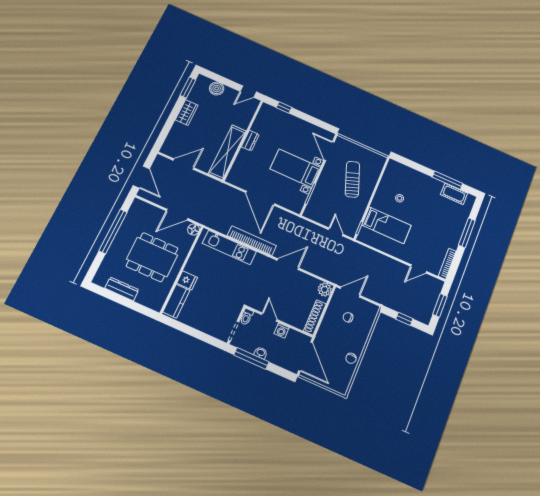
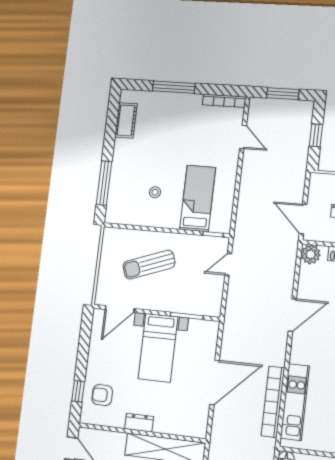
armchair: (276, 122) -> (102, 395), added
window: (447, 180) -> (104, 183), moved
bookcase: (252, 241) -> (273, 402), moved
door: (288, 264) -> (292, 315), swing flipped

